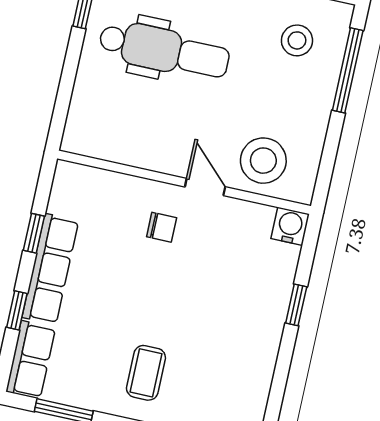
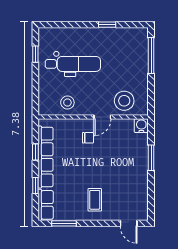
stool: (297, 40) -> (67, 103), moved
door: (205, 187) -> (102, 117), swing flipped
row of seats: (50, 269) -> (45, 157), width x1.36
window: (296, 305) -> (151, 158), width x1.50

